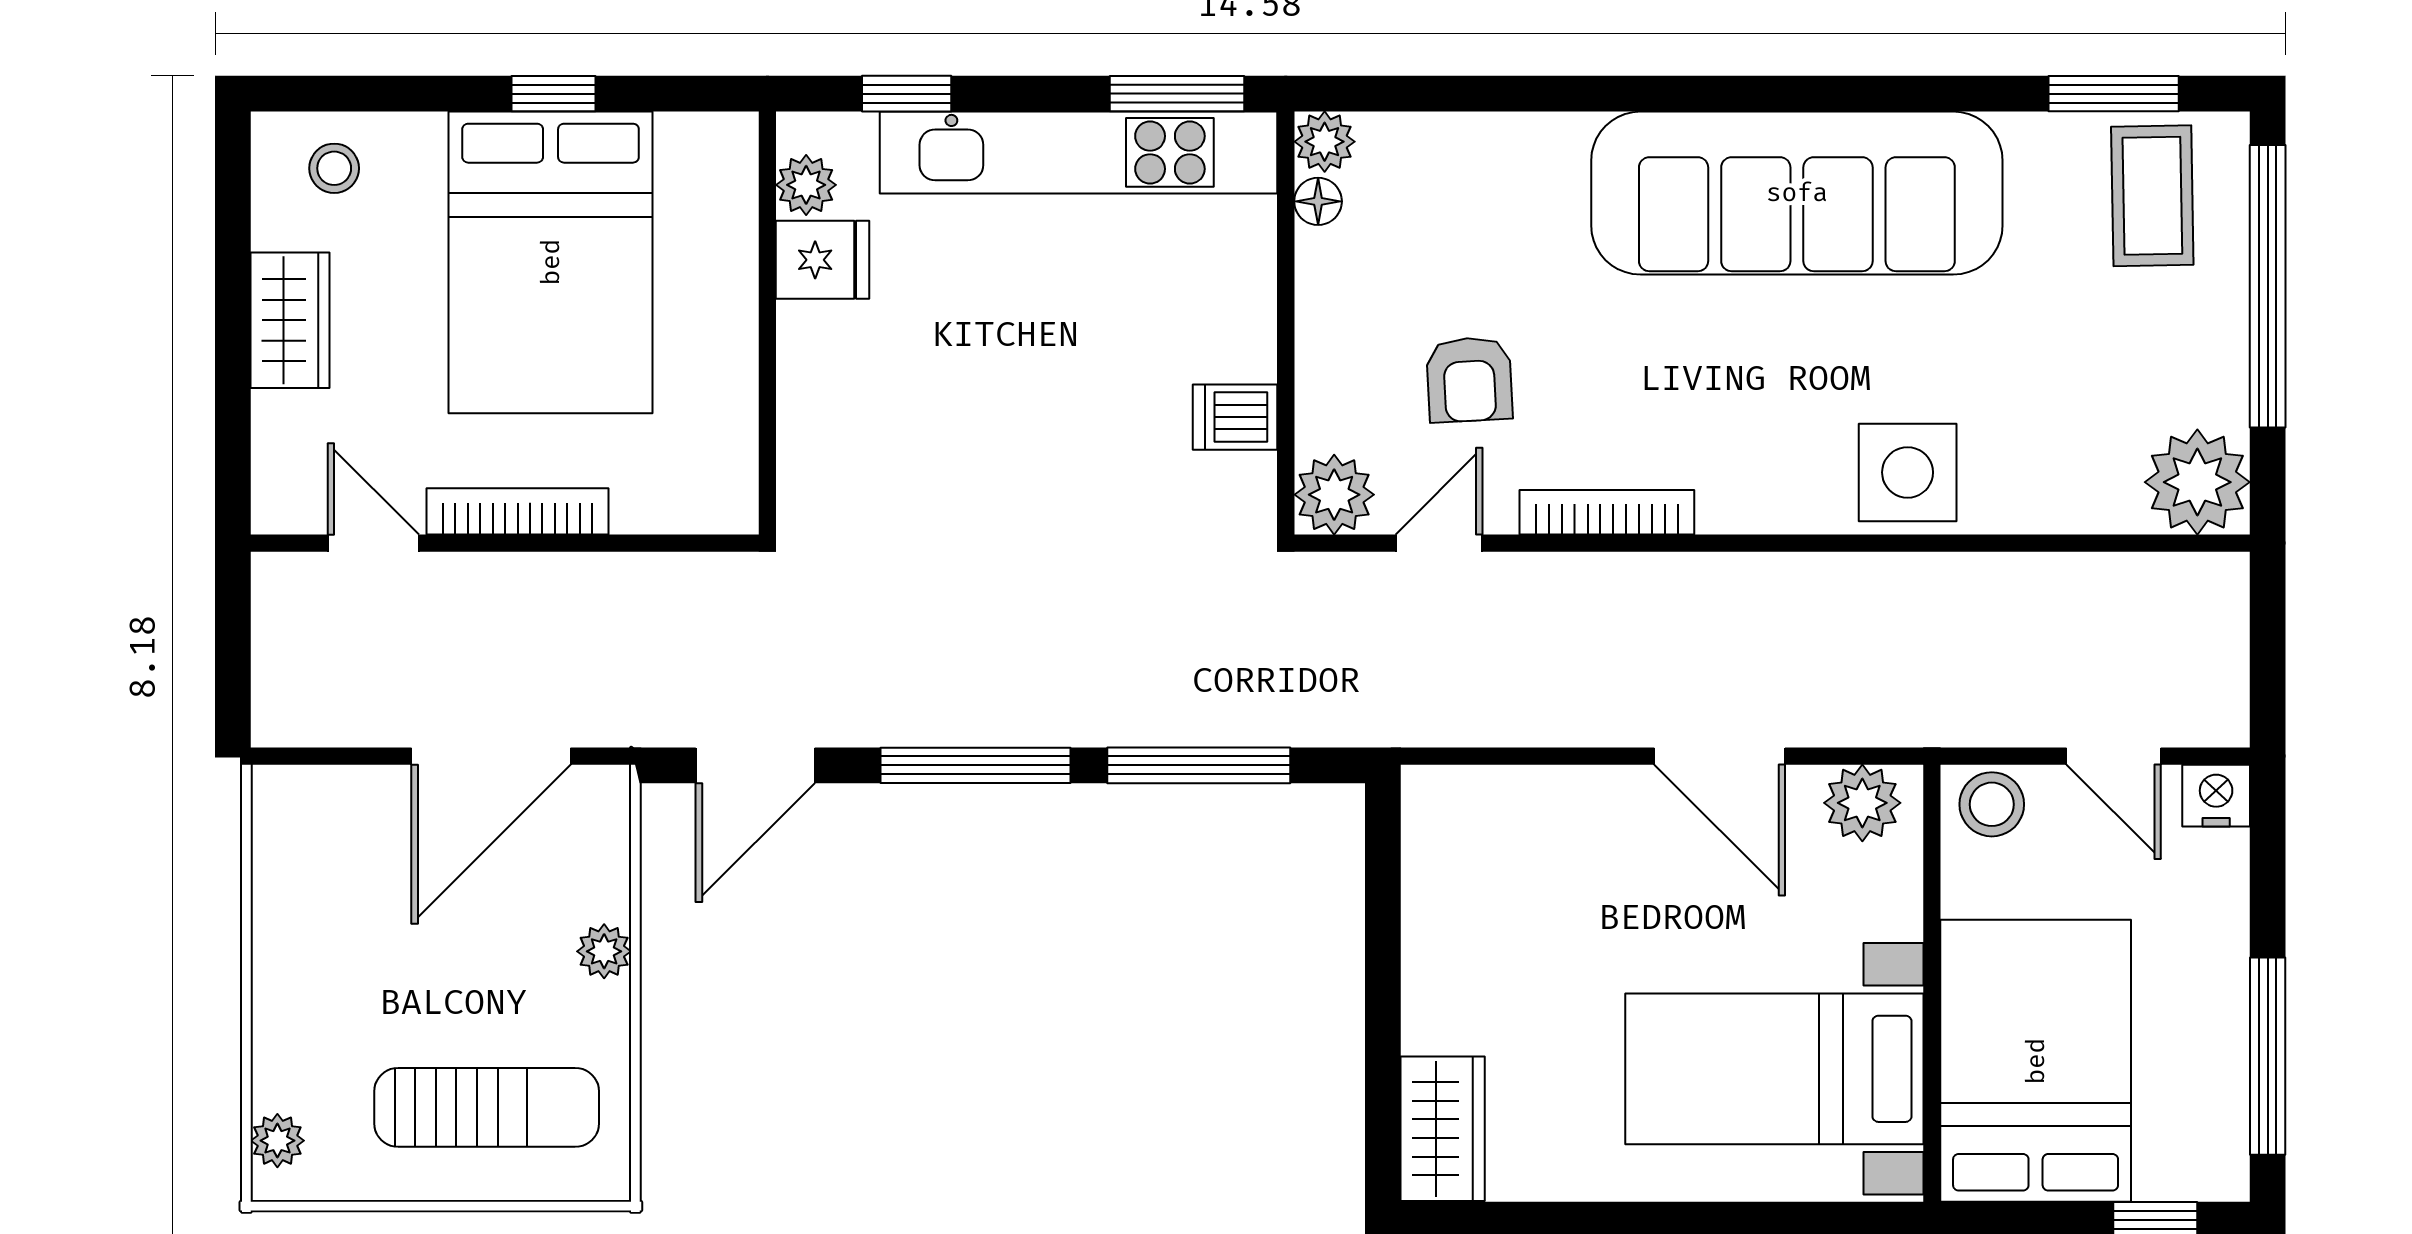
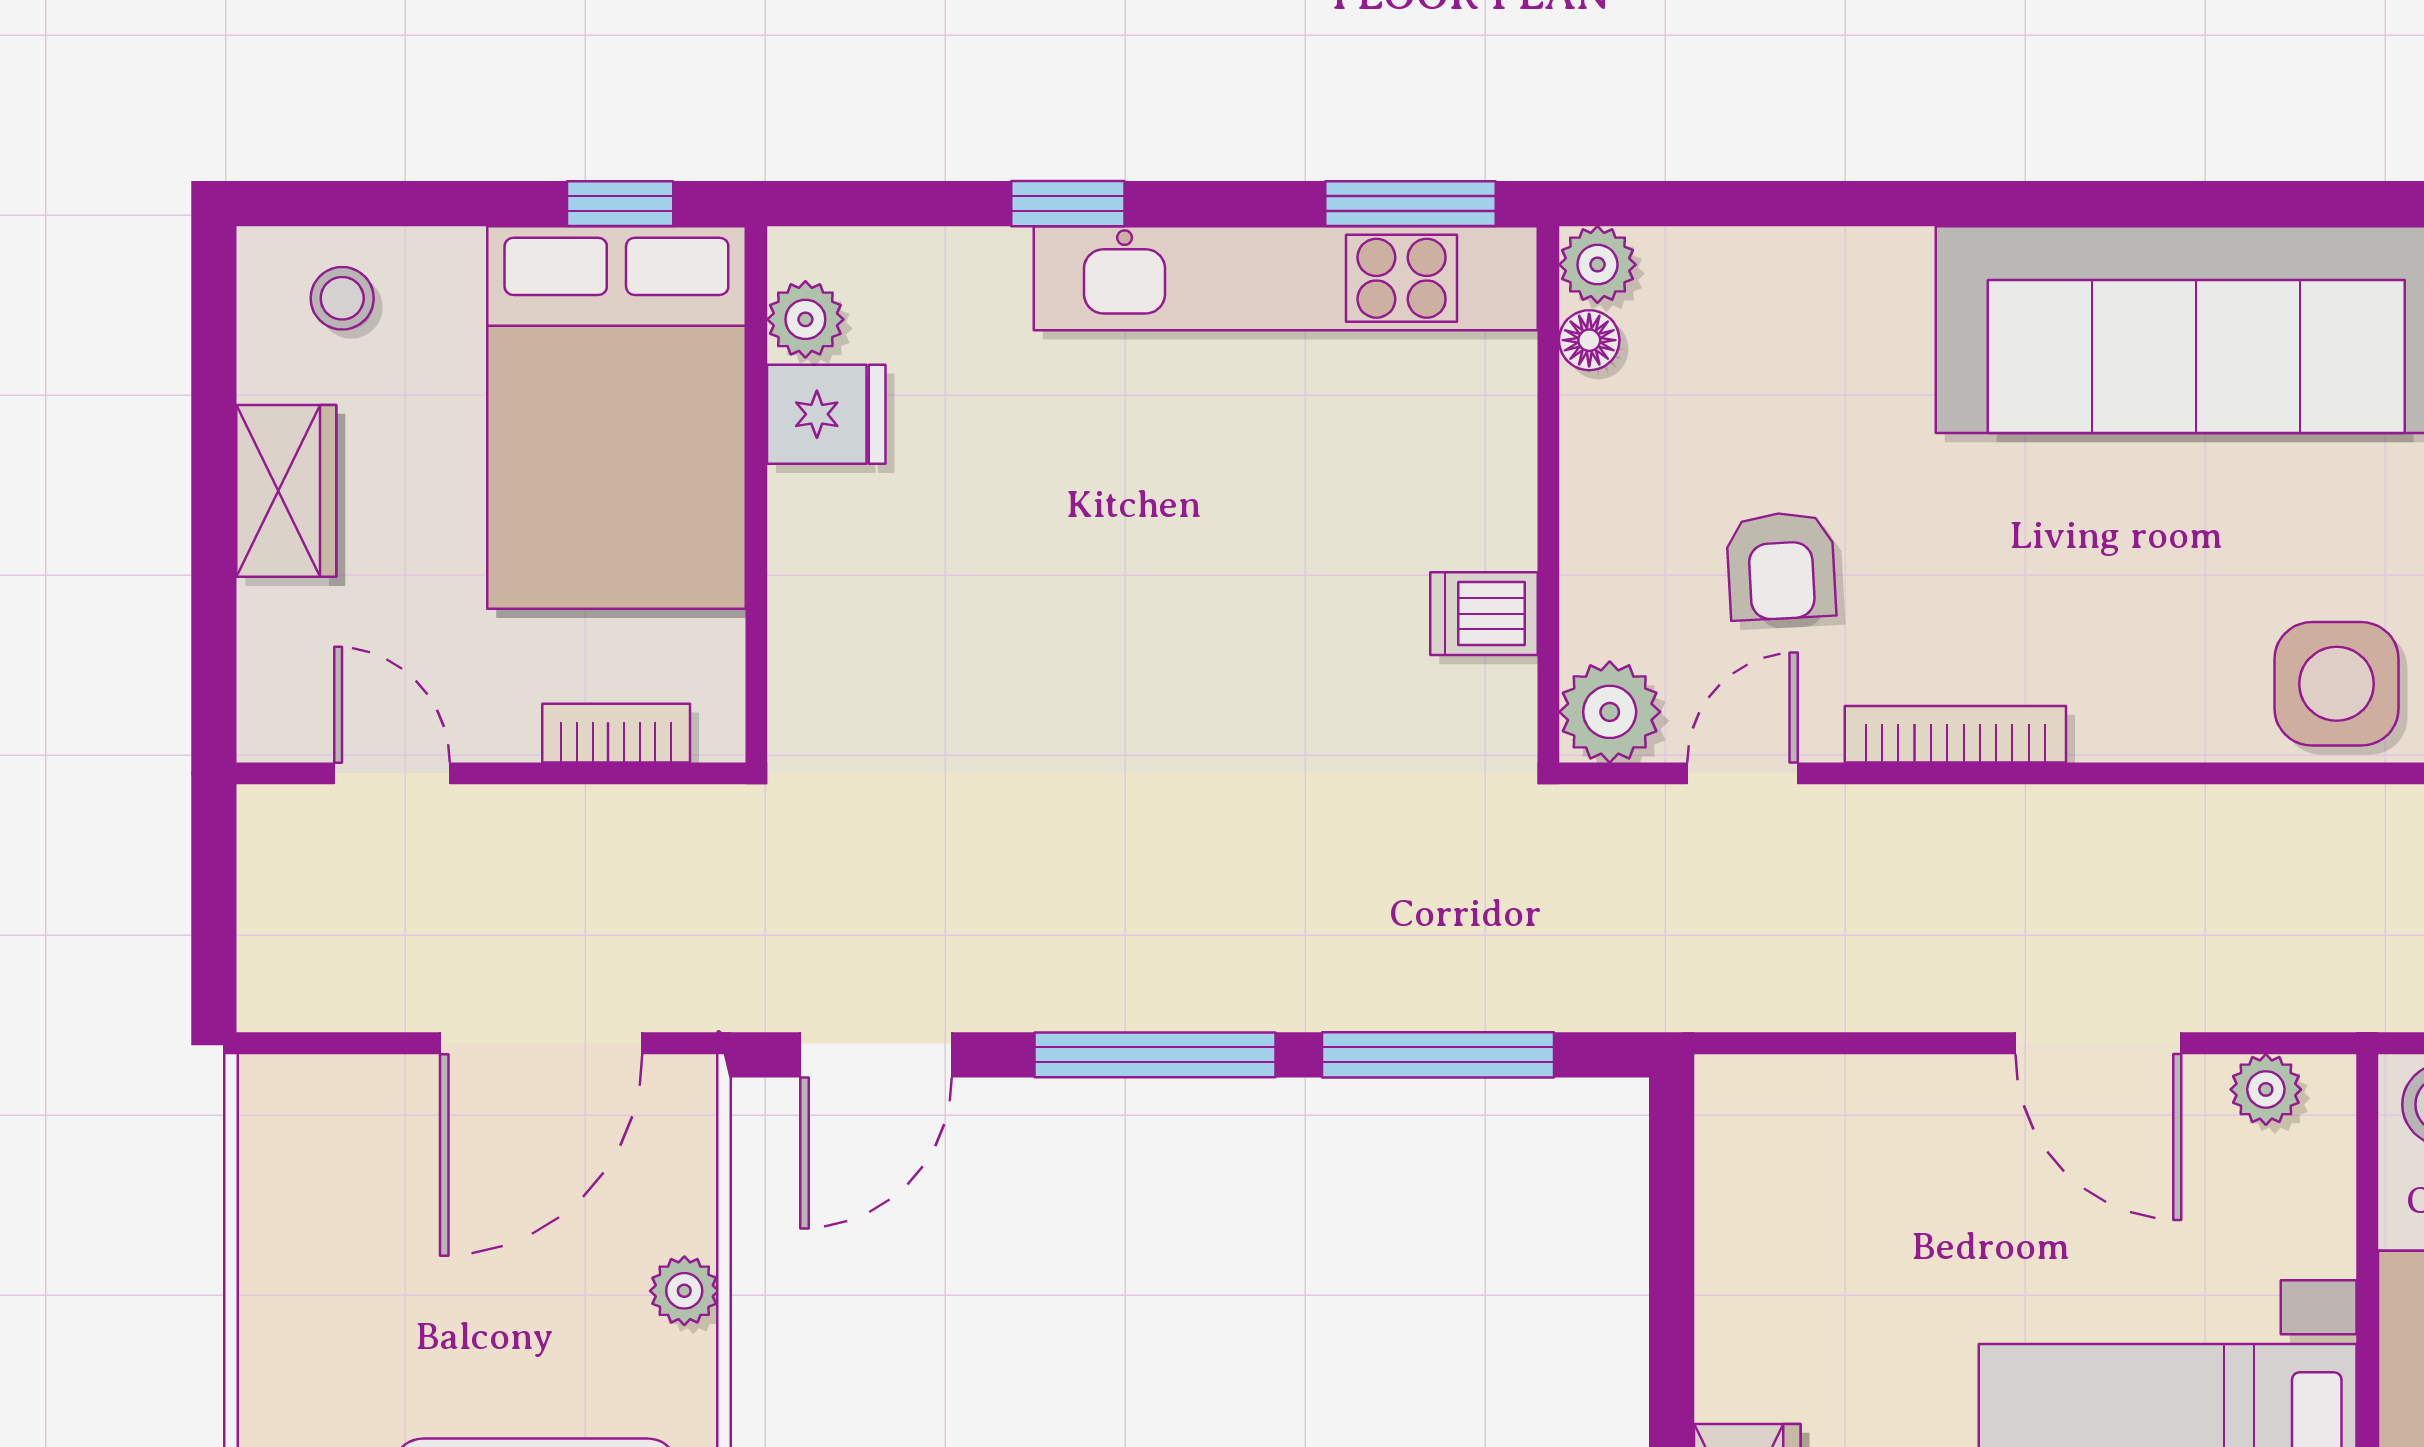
plant: (806, 185) -> (805, 319), moved
fridge: (823, 260) -> (826, 414), moved
wall: (767, 323) -> (756, 494), moved
bookcase: (518, 511) -> (616, 733), width x0.64
plant: (1862, 803) -> (2266, 1089), width x0.73, depth x0.73

